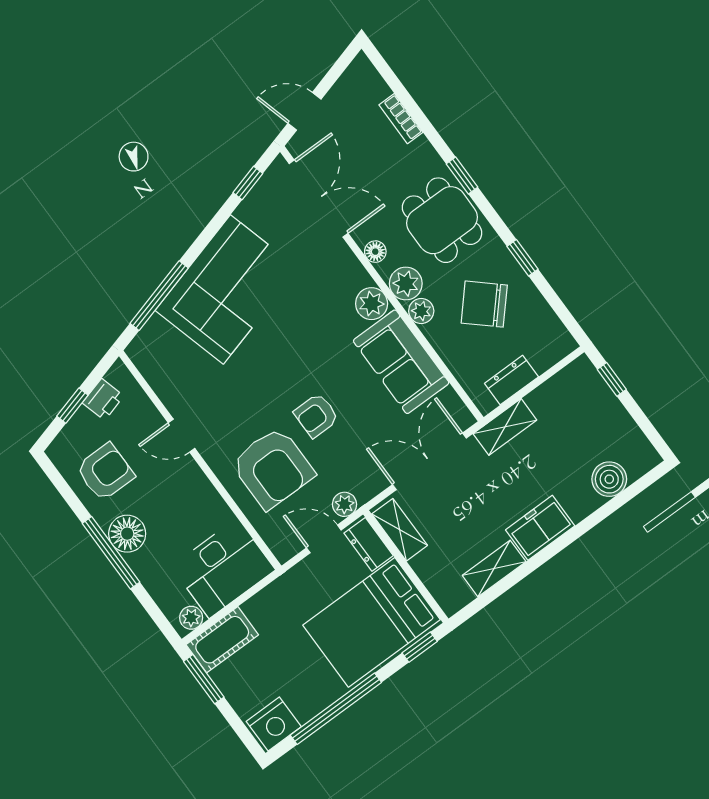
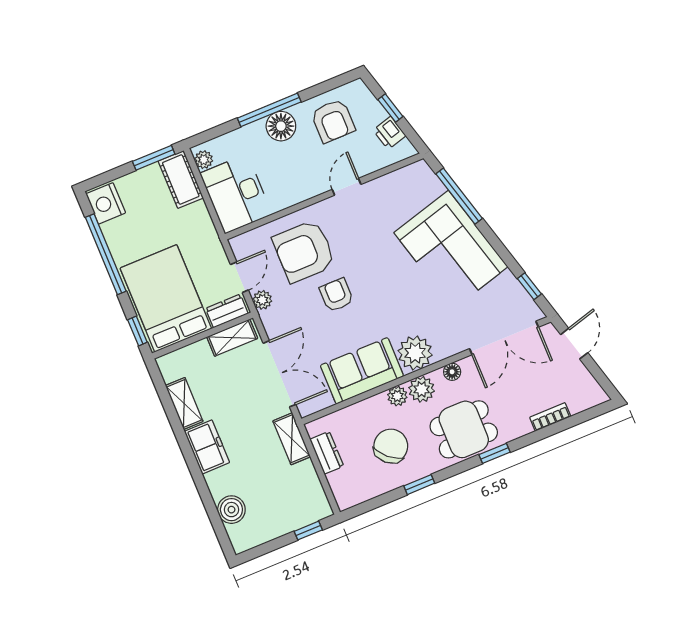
plant: (372, 304) -> (415, 353), width x1.36, depth x1.36

